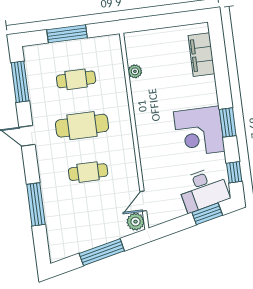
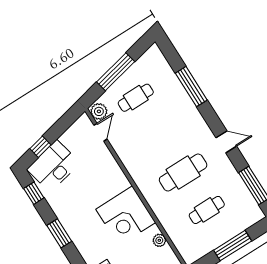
corner desk: (199, 131) -> (126, 216), moved, turned 180
cafe table: (88, 172) -> (136, 98), moved
window: (207, 214) -> (40, 147), width x0.67

